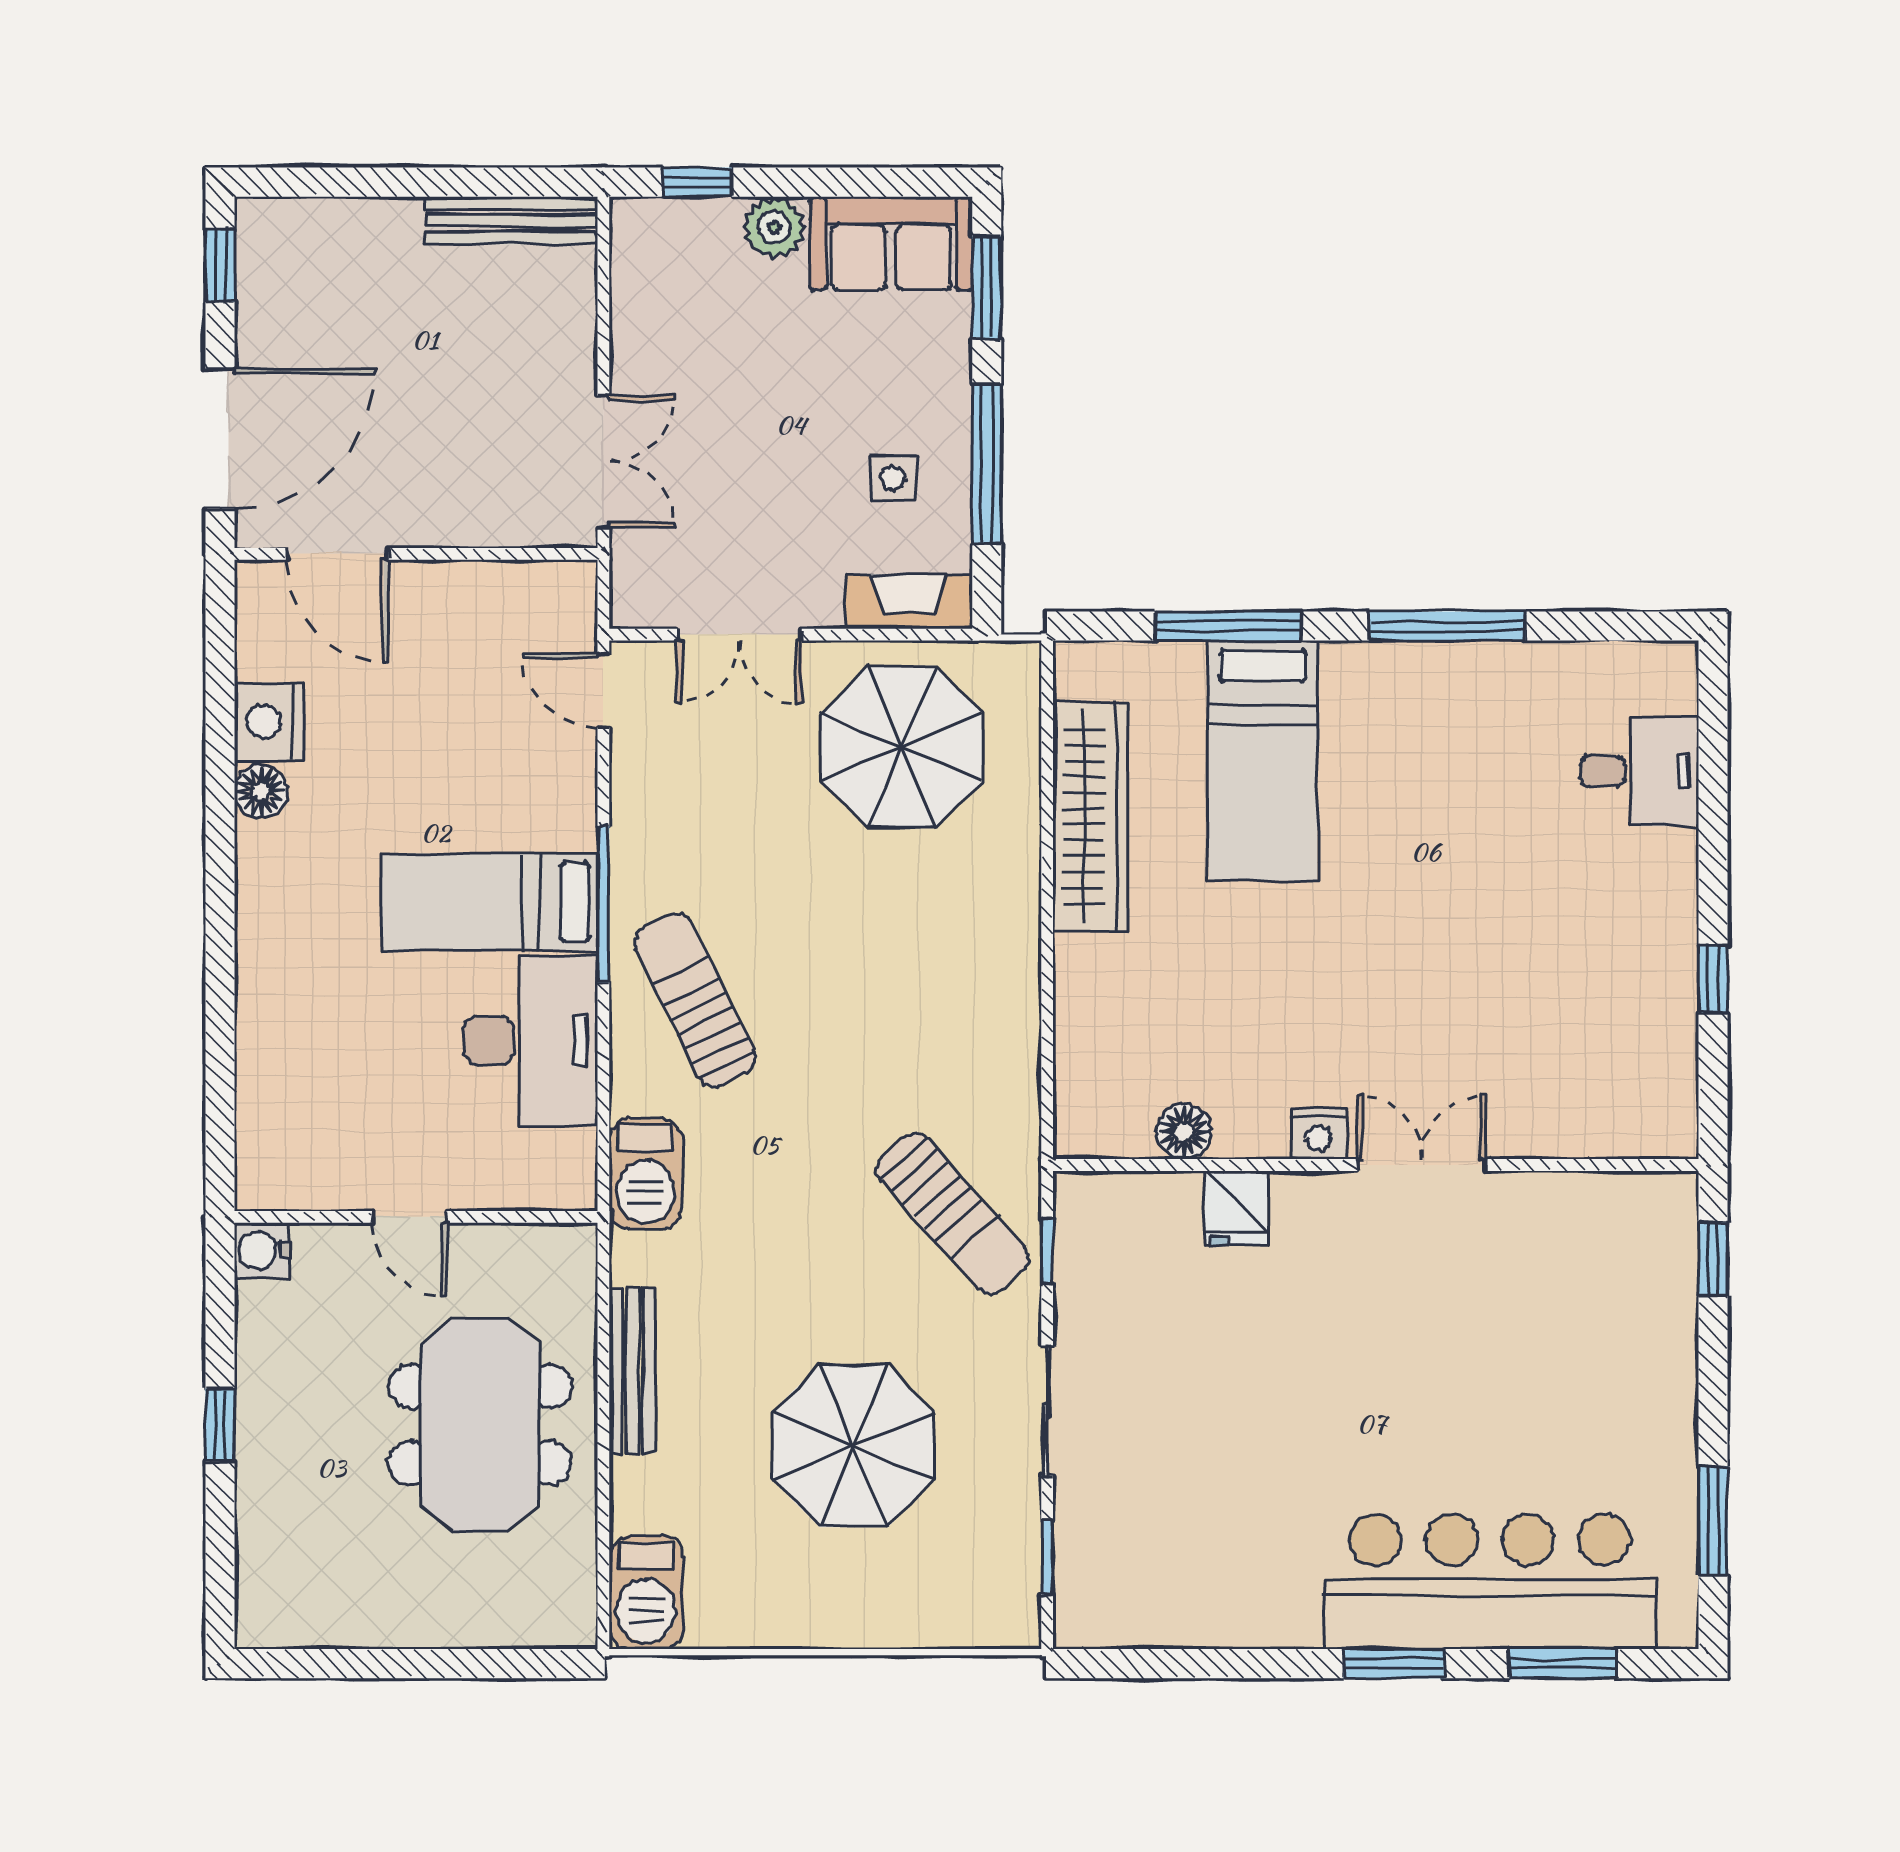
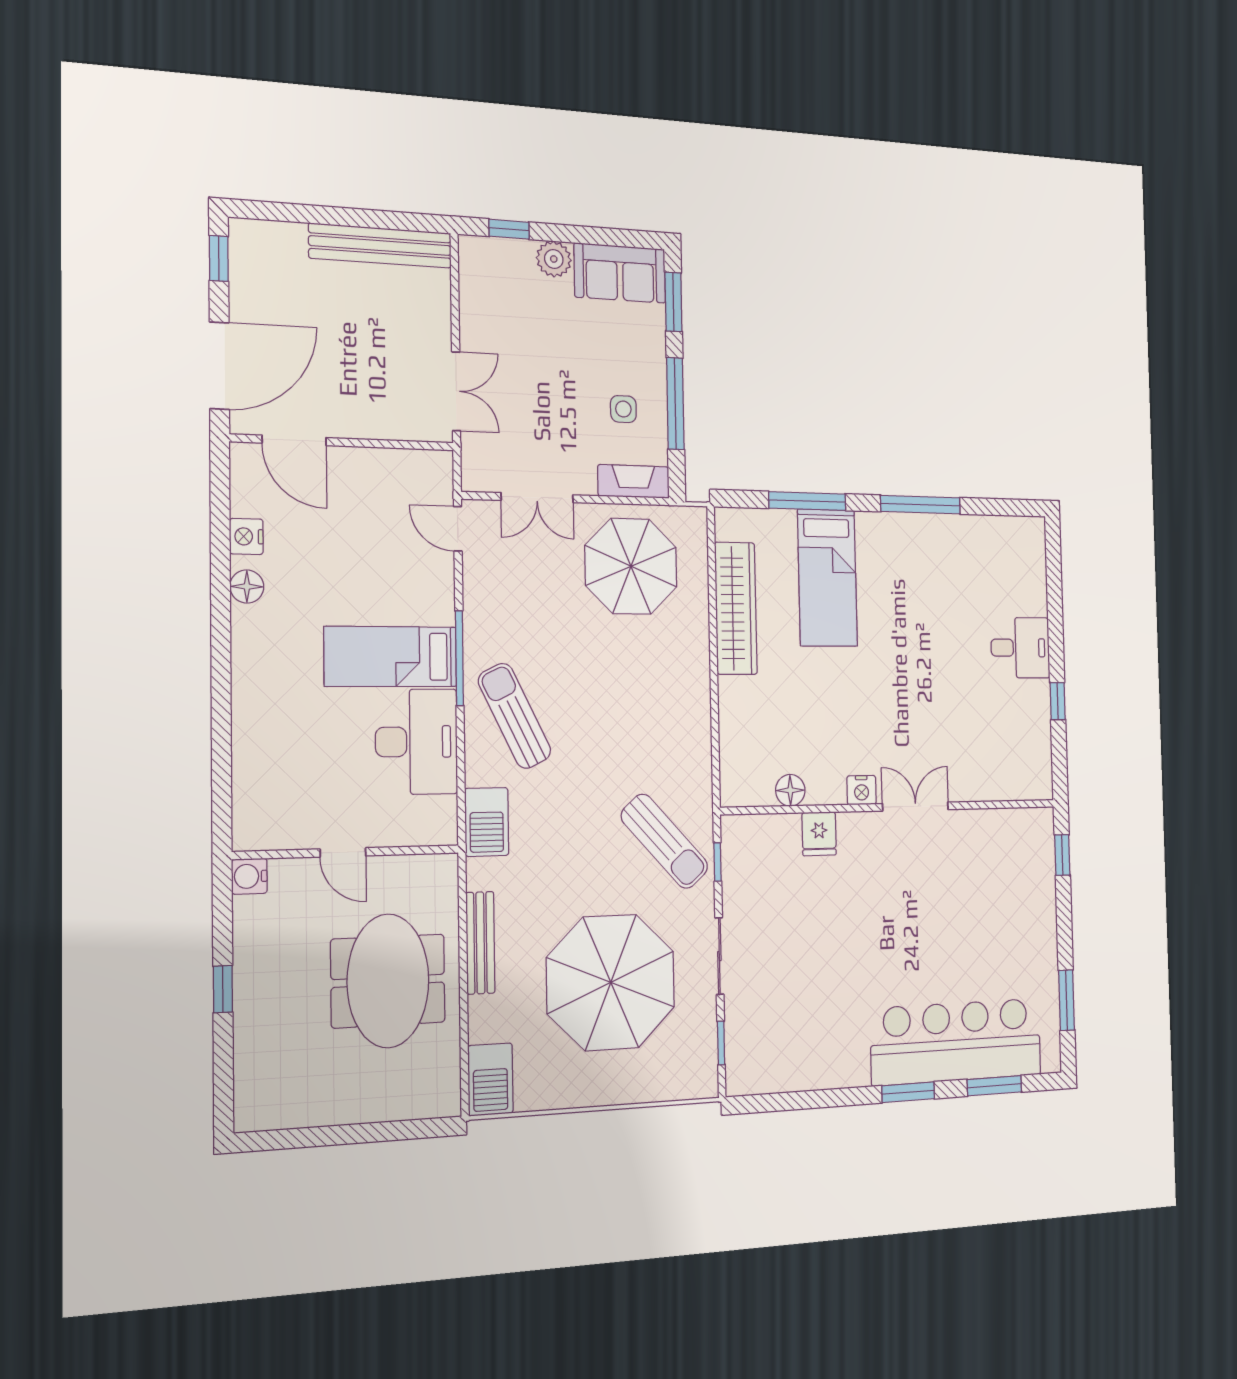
bench: (512, 221) -> (380, 246), width x1.37, depth x1.21
nightstand: (269, 722) -> (246, 536), width x0.74, depth x0.75
desk: (1639, 771) -> (1020, 648), moved
parasol: (854, 1446) -> (611, 982), width x1.36, depth x1.36

